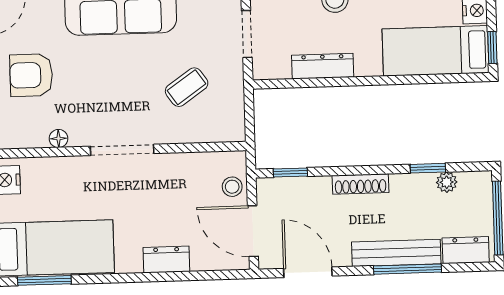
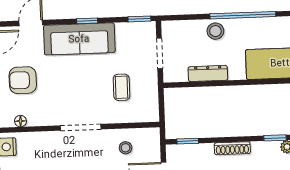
coffee table: (187, 87) -> (121, 87), turned -55
floor lamp: (58, 139) -> (20, 121), moved
stool: (232, 187) -> (126, 148), moved

